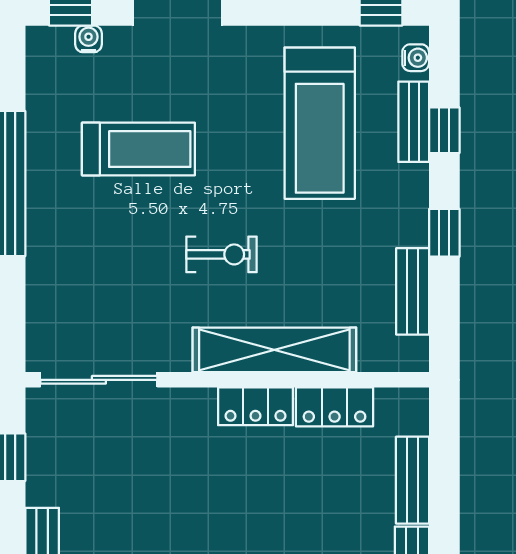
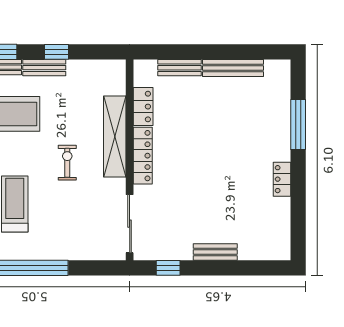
bench: (413, 291) -> (44, 68), moved
locker: (255, 406) -> (143, 156), width x1.53

